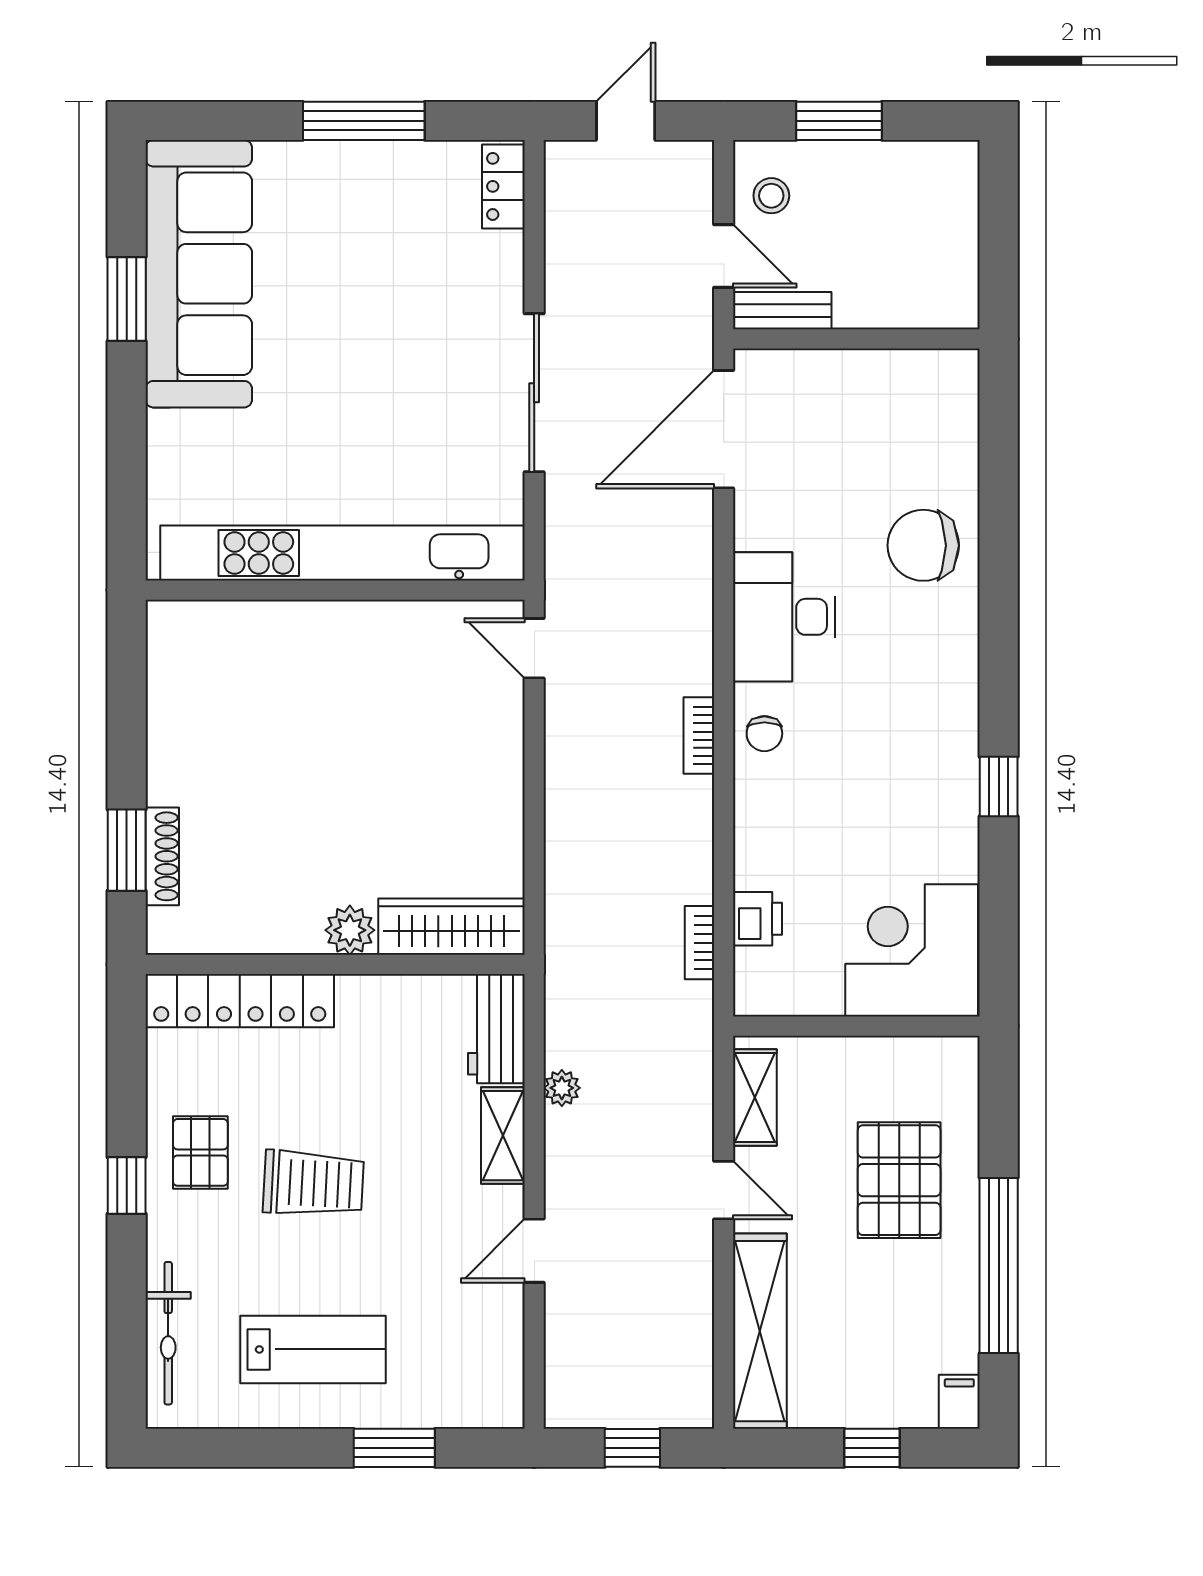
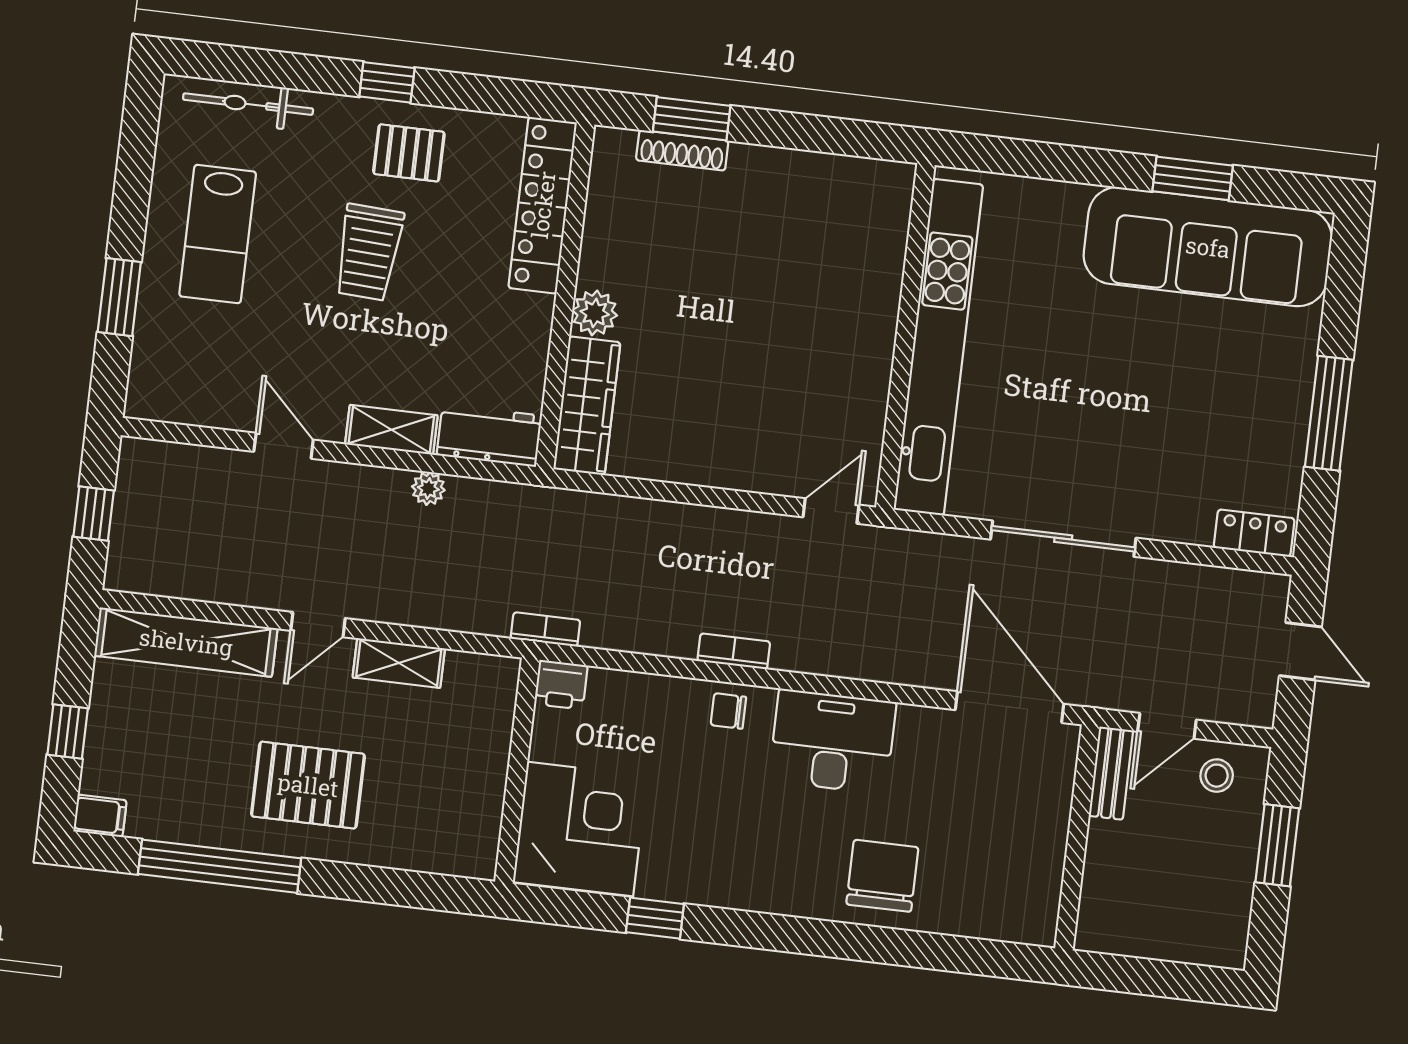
corner desk: (912, 950) -> (580, 829), moved
wall: (856, 1026) -> (517, 771), moved

